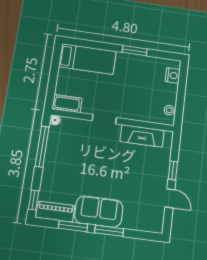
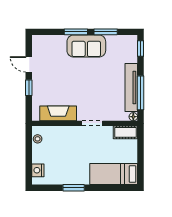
tv unit: (52, 155) -> (131, 87), added
piano: (55, 212) -> (122, 42), removed

